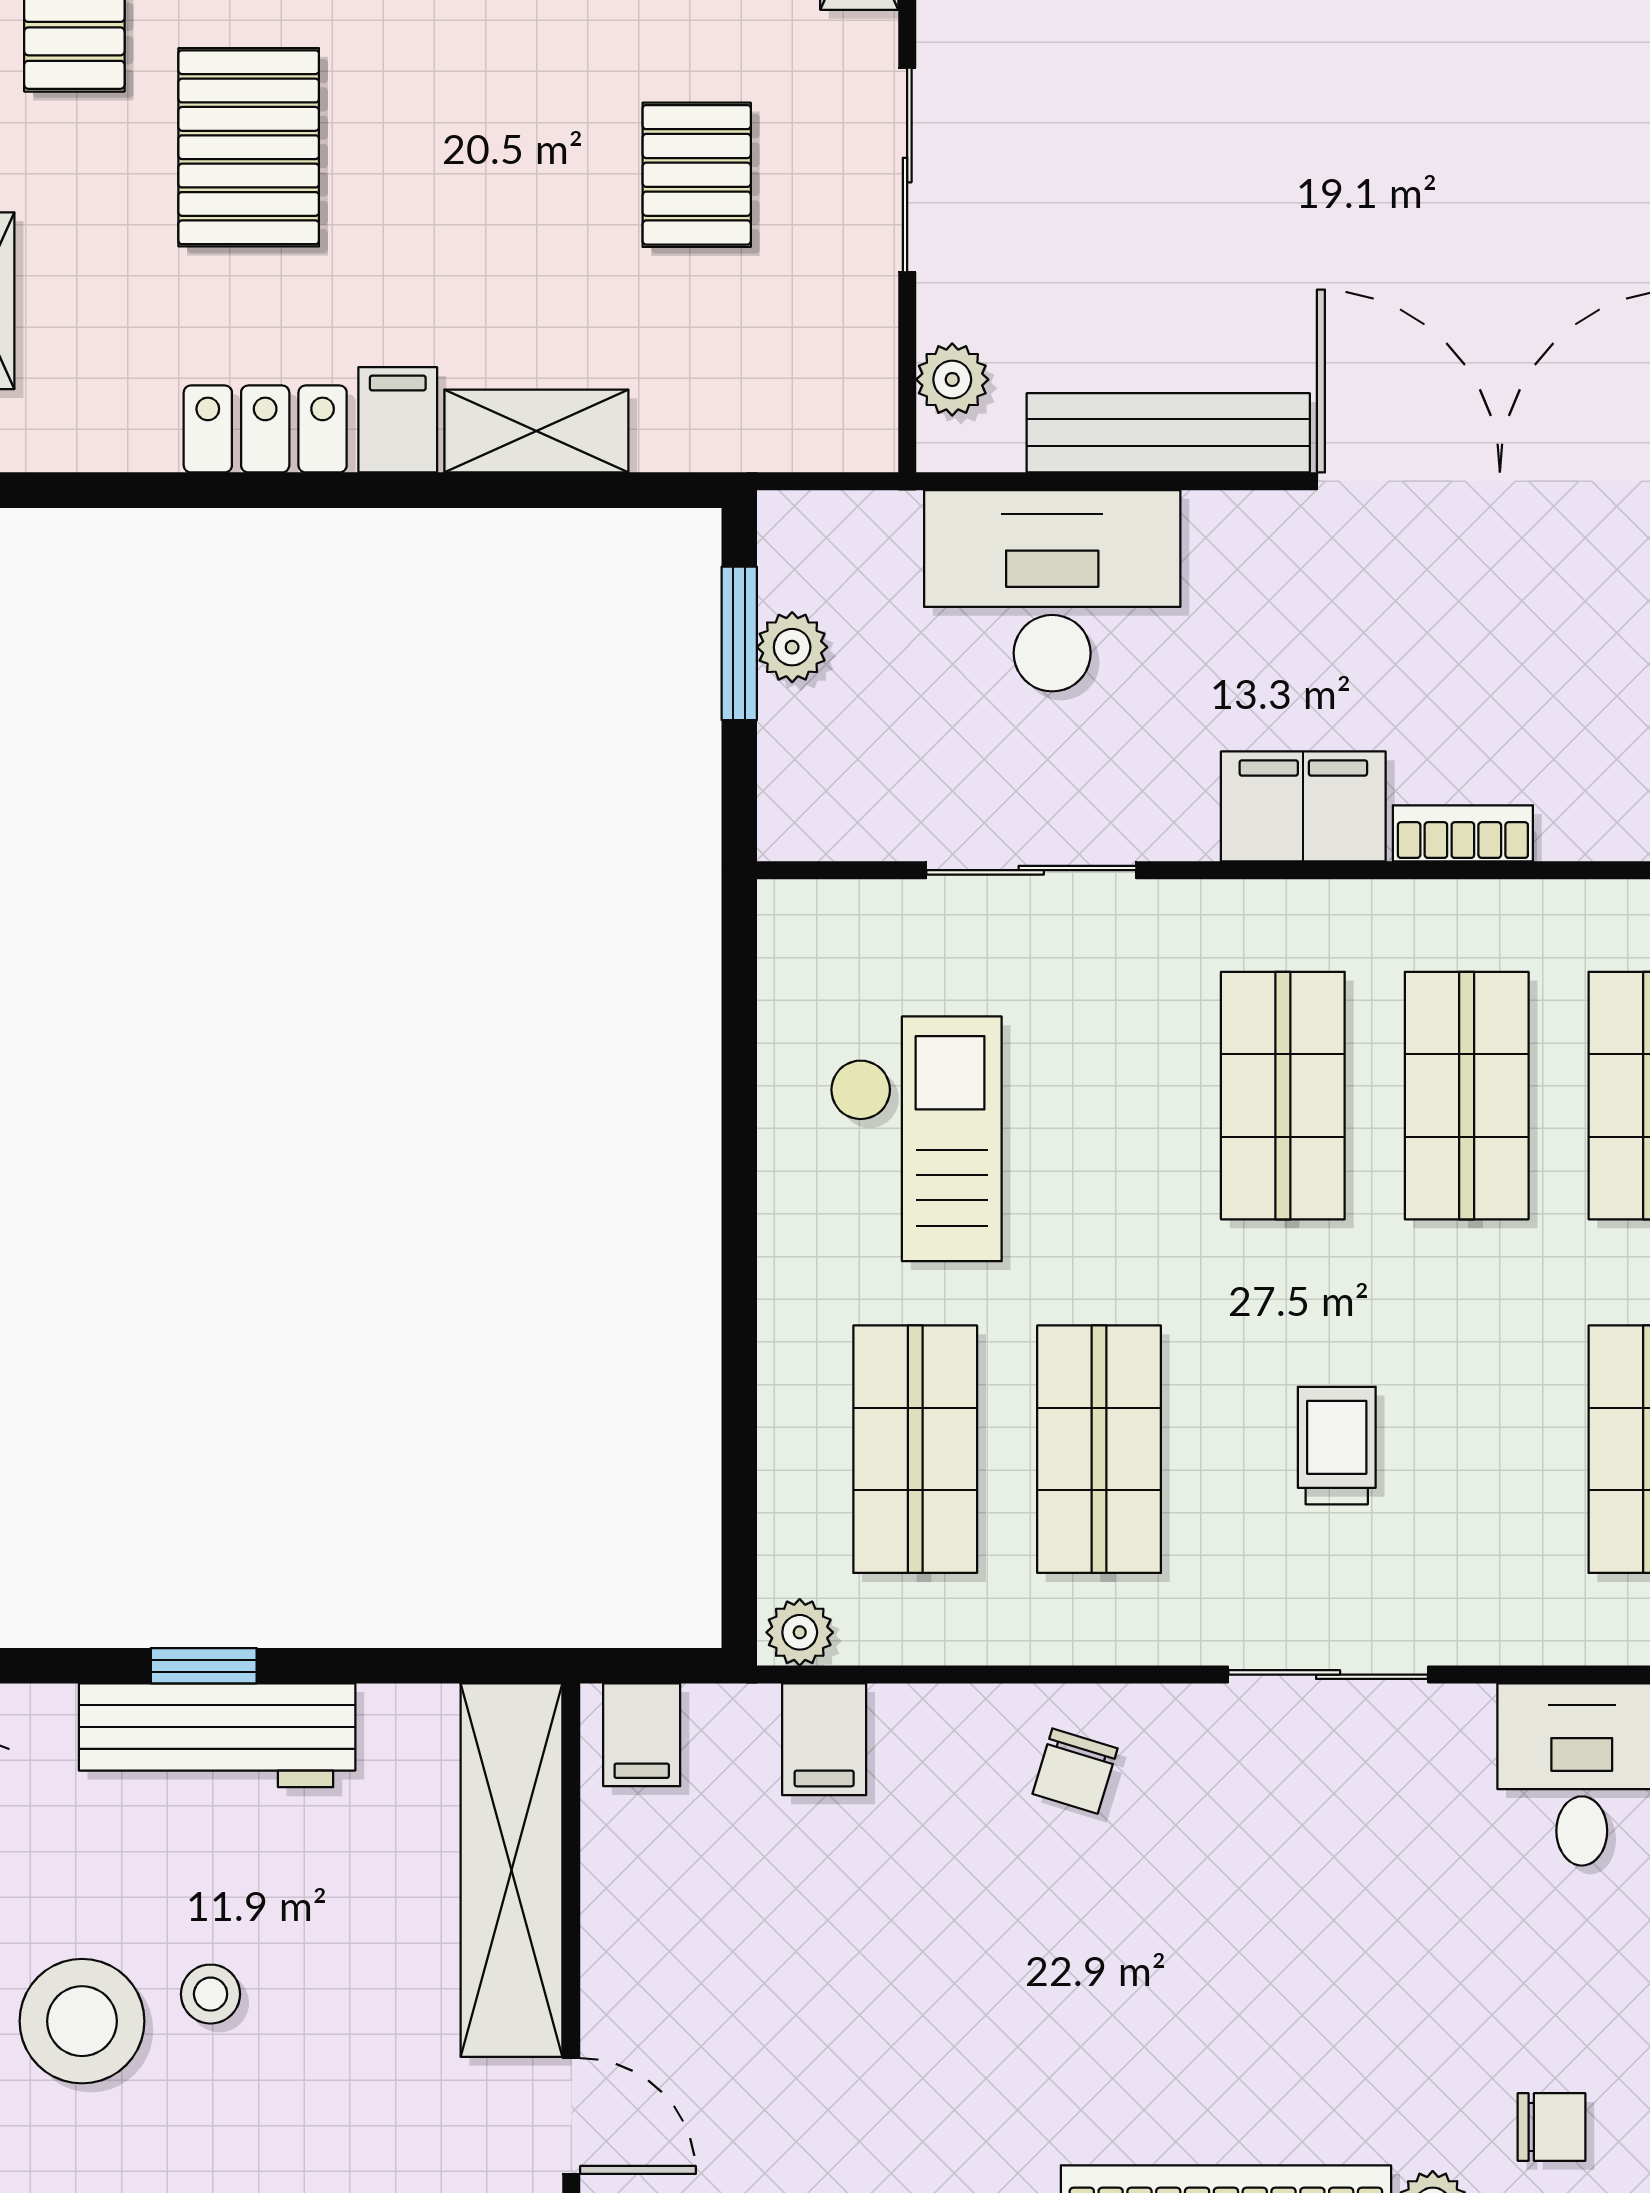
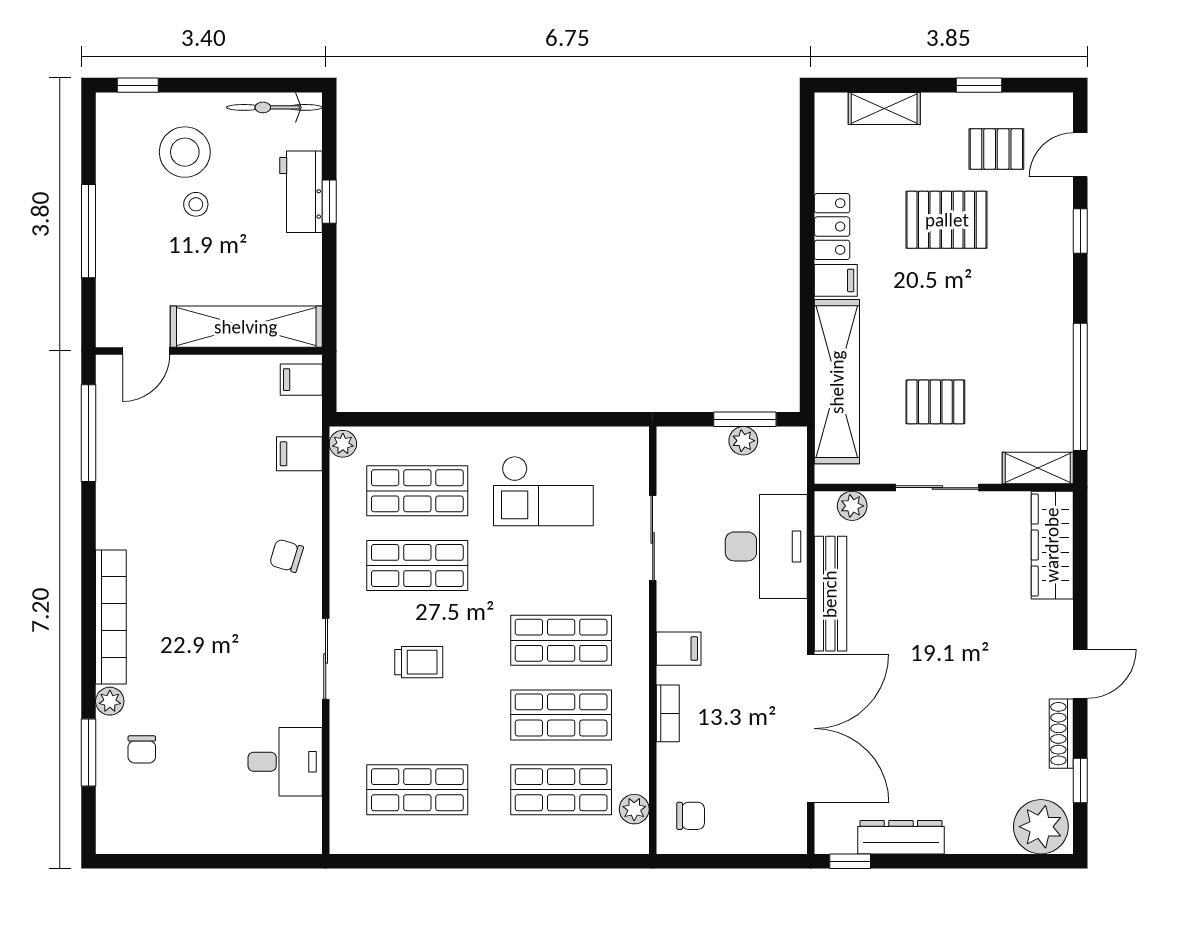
shelving: (536, 431) -> (837, 382), width x2.20, depth x1.33
filing cabinet: (1303, 806) -> (679, 649), width x0.50
workbench: (217, 1735) -> (301, 192), width x0.73

